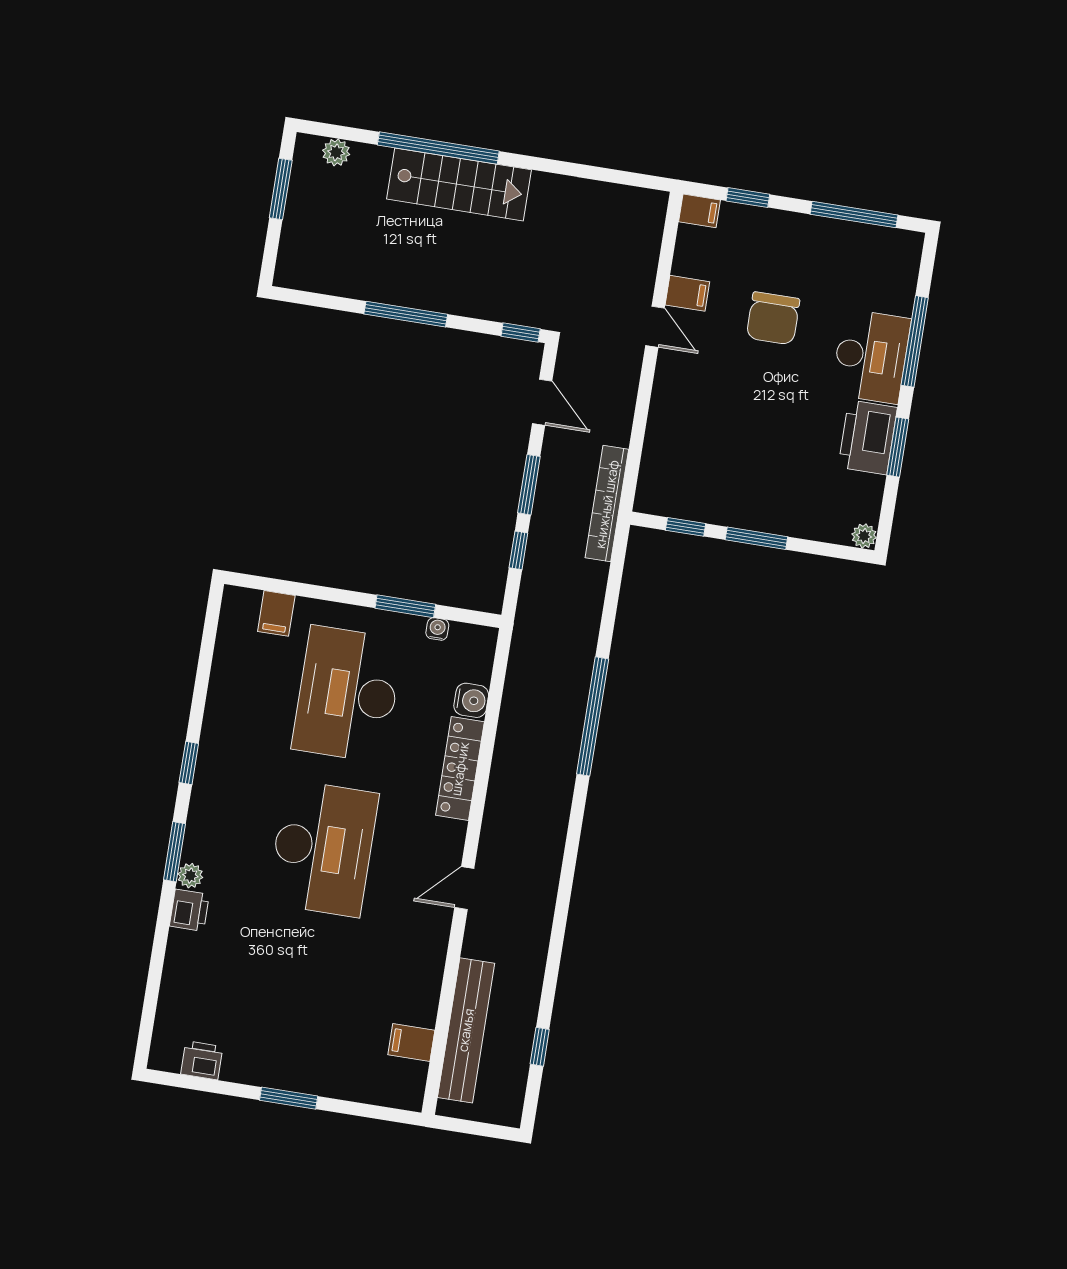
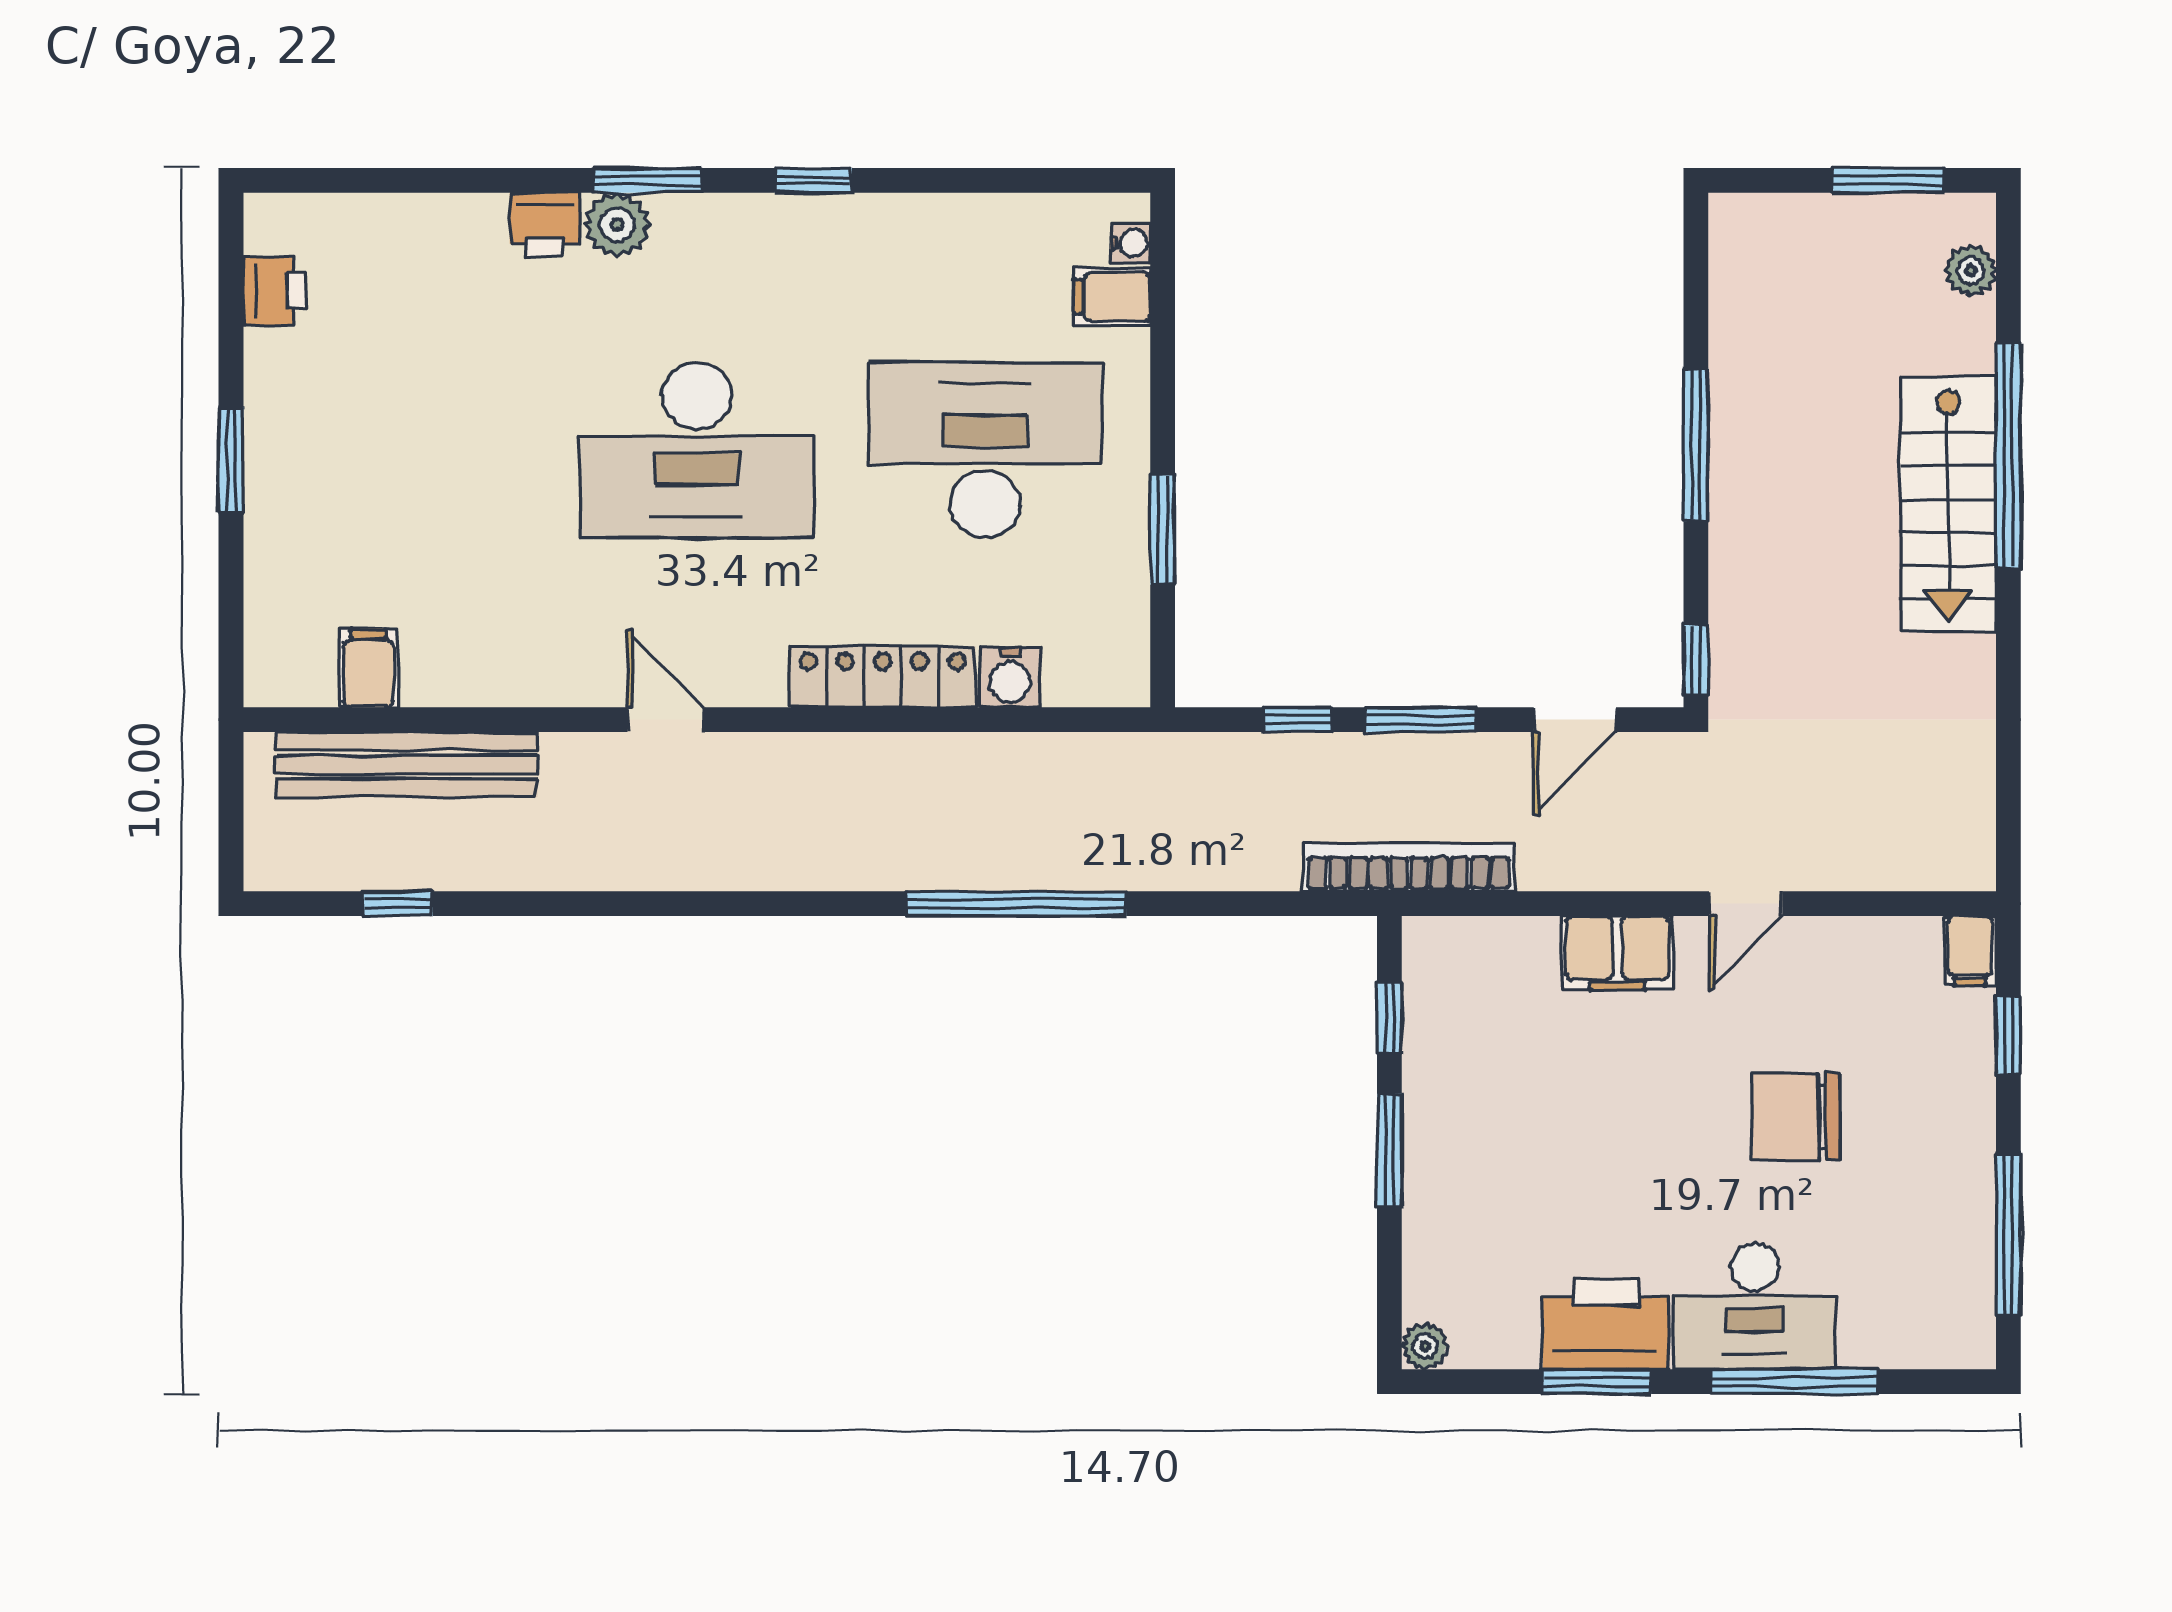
filing cabinet: (687, 293) -> (1617, 953), moved, width x2.00
water cooler: (437, 629) -> (1131, 243), moved
plant: (190, 876) -> (617, 225), width x1.38, depth x1.38

